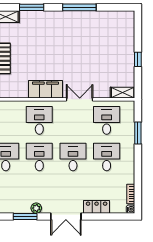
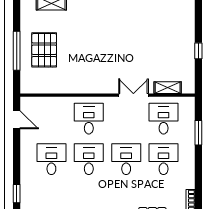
filing cabinet: (45, 89) -> (96, 84), removed
shelving: (123, 93) -> (168, 88), moved

